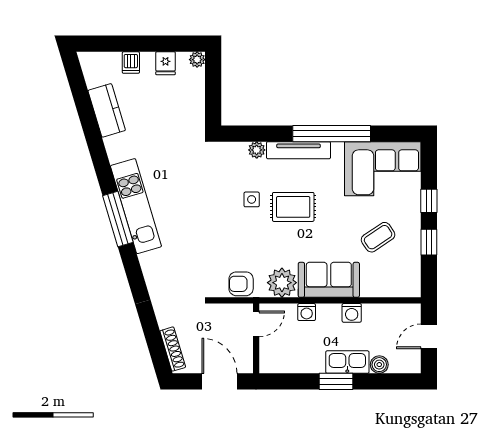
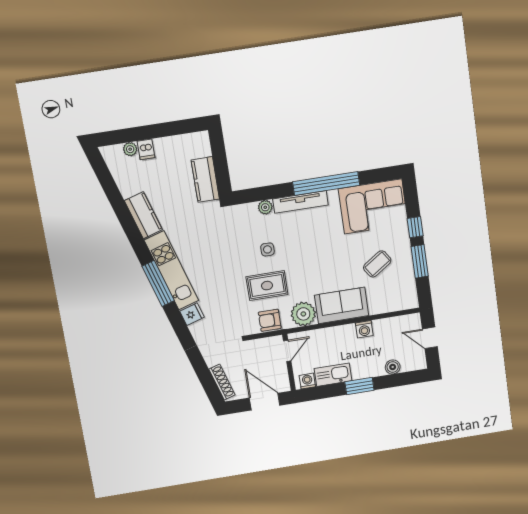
plant: (197, 60) -> (130, 149), moved
fridge: (165, 63) -> (192, 314), moved, turned -107
kitchen counter: (193, 107) -> (205, 180), added
kitchen counter: (107, 110) -> (143, 215), moved
rug: (293, 207) -> (267, 286), moved
window: (429, 242) -> (420, 261), width x1.50
washing machine: (307, 312) -> (307, 381), moved, turned 180
door: (429, 336) -> (430, 338), hinge flipped
kitchen sink: (347, 362) -> (333, 375), moved

